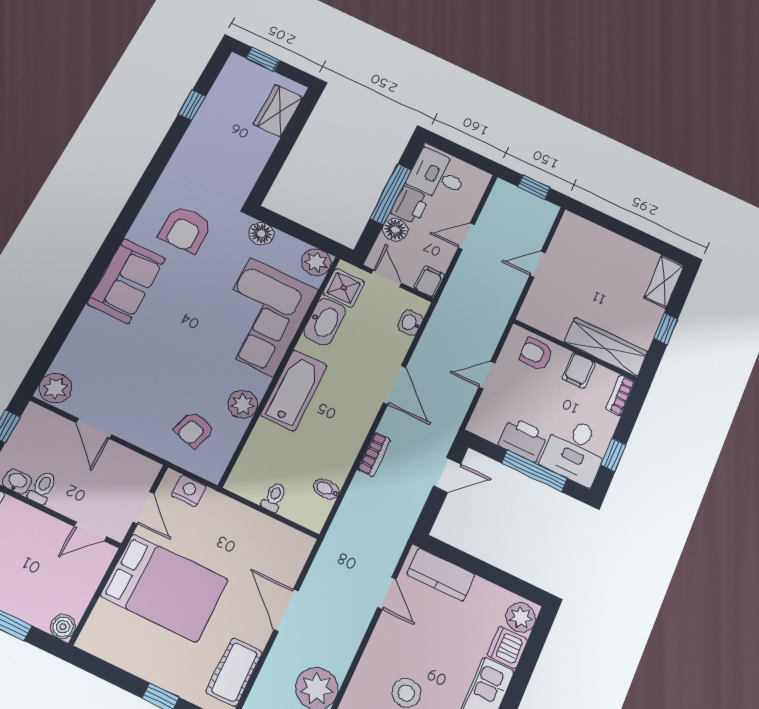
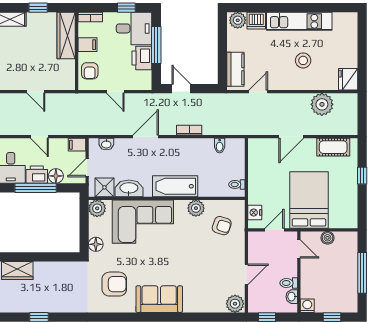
toilet: (274, 497) -> (237, 184), moved
boiler: (63, 627) -> (327, 238), moved

